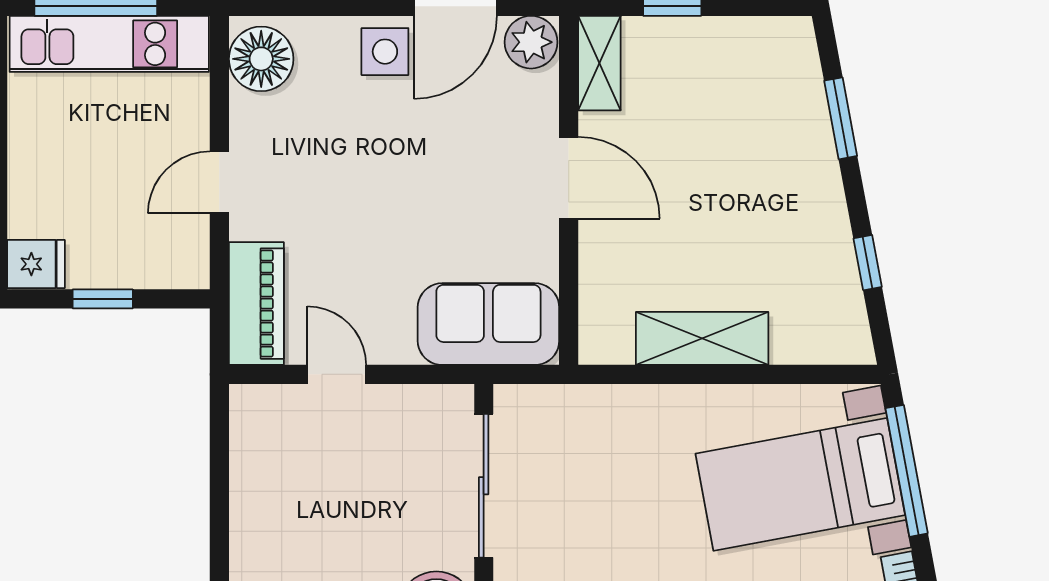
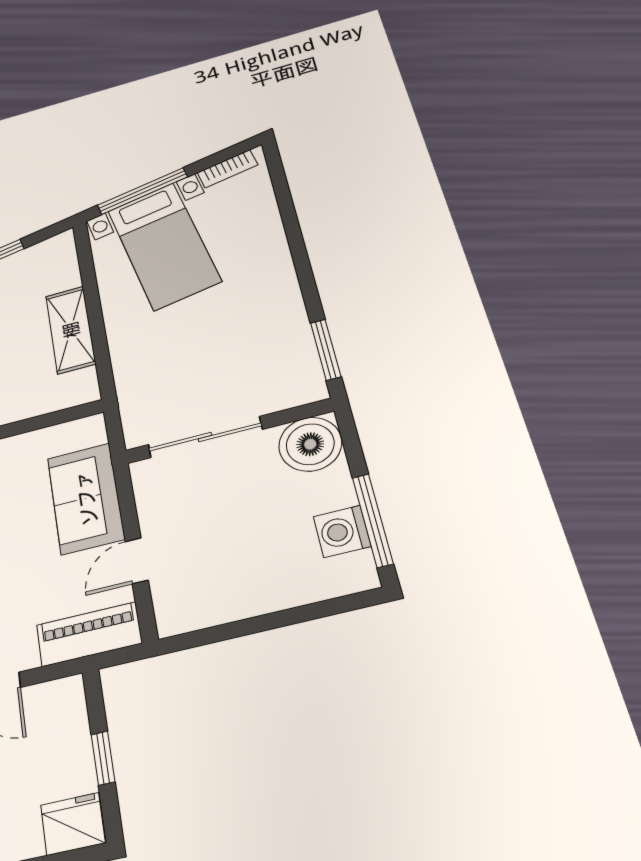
fridge: (36, 264) -> (73, 824), width x1.38
sofa: (488, 324) -> (86, 498), moved

